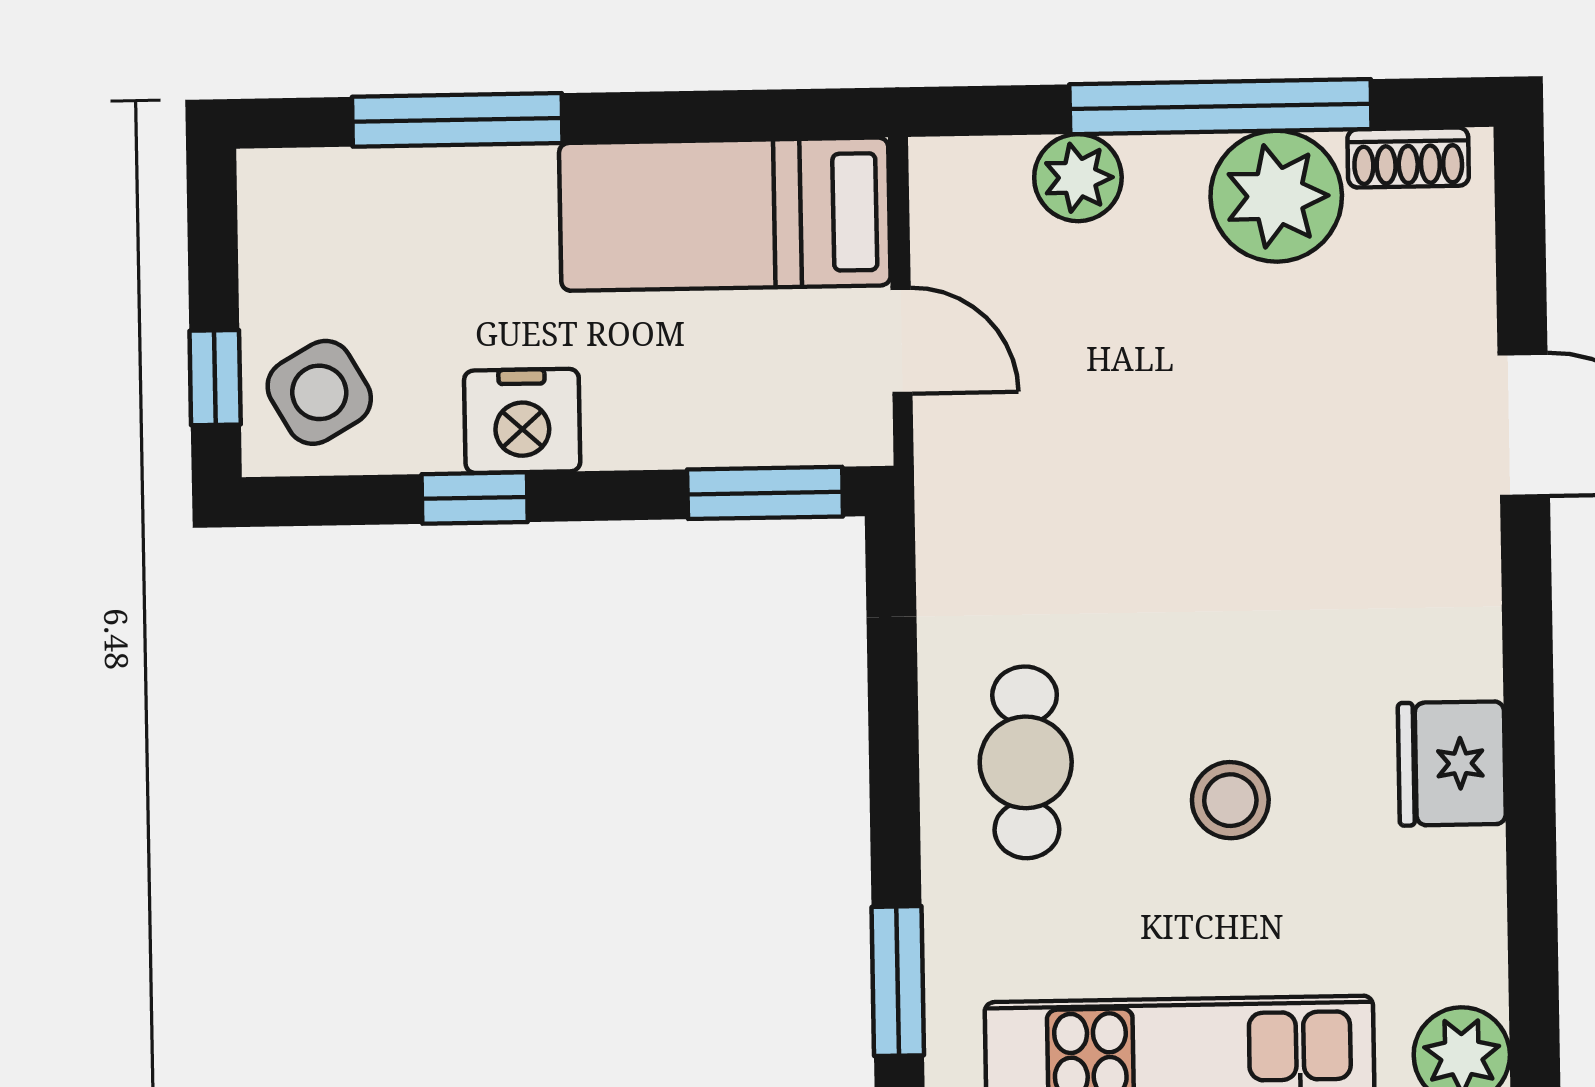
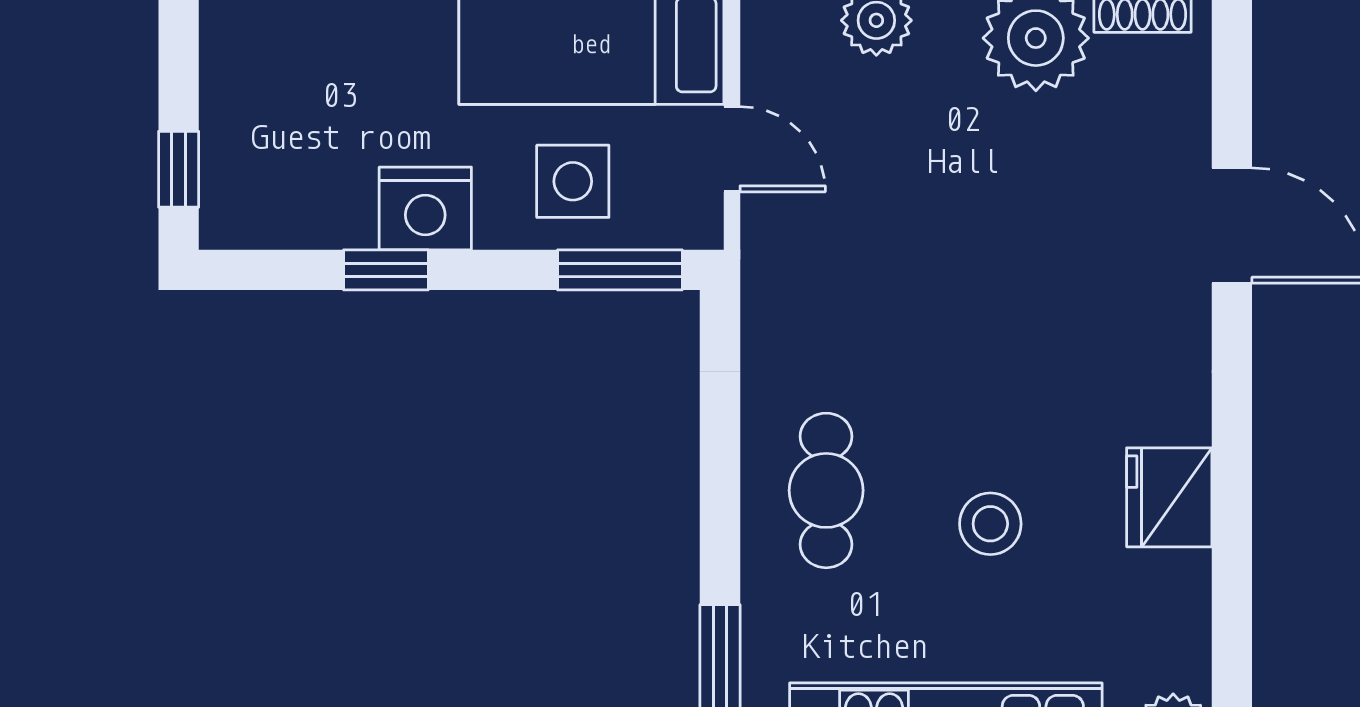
side table: (319, 392) -> (573, 181), moved, turned 30

